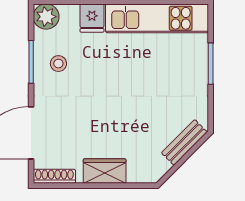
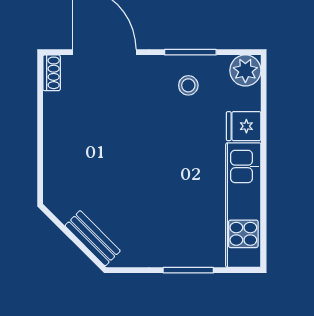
wardrobe: (105, 171) -> (58, 141), removed
shoe rack: (54, 176) -> (52, 73), width x0.70

